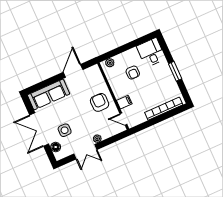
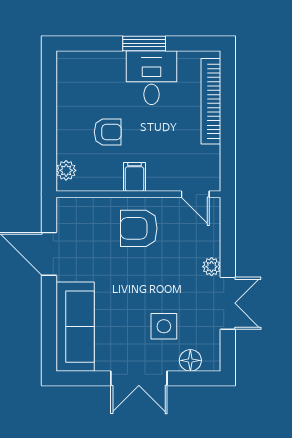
desk: (151, 53) -> (152, 78), moved, turned 90
filing cabinet: (124, 102) -> (135, 177), moved
door: (123, 119) -> (195, 194), hinge flipped
double door: (39, 130) -> (139, 378), width x0.73

